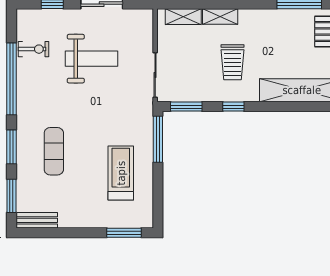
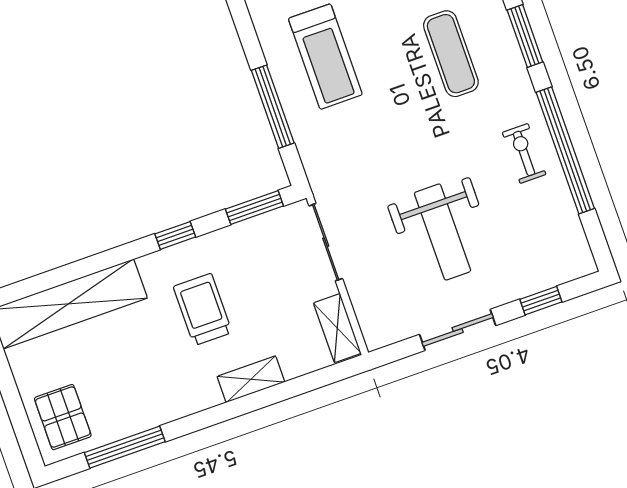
shelving: (183, 17) -> (337, 328), moved, turned 90
exercise bike: (33, 49) -> (524, 153), moved, turned 90
weight bench: (91, 59) -> (443, 232), turned -90
window: (158, 139) -> (273, 107), moved

